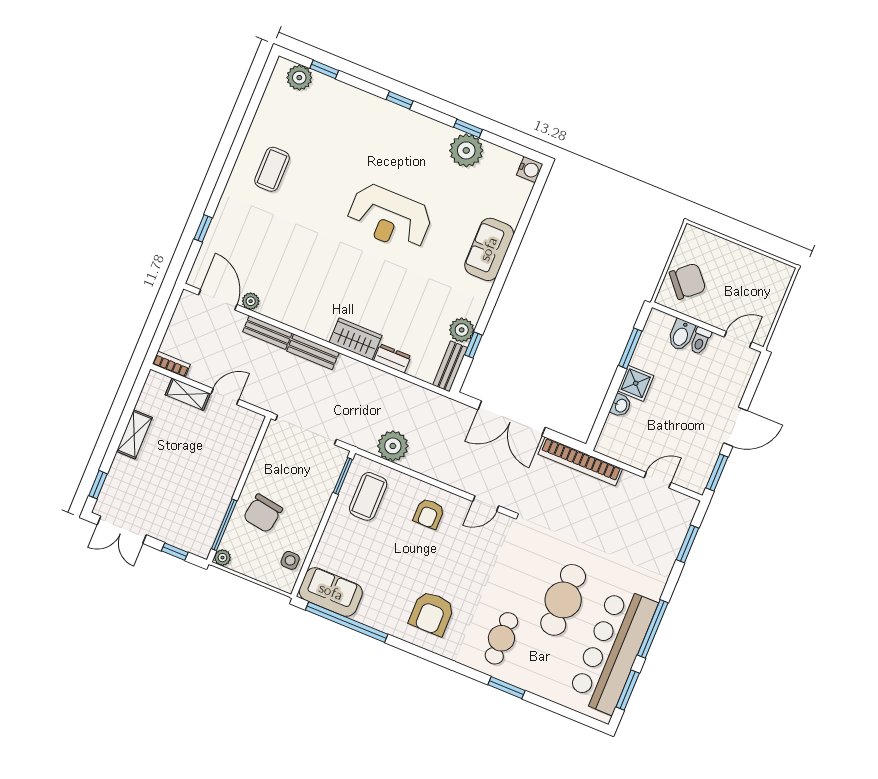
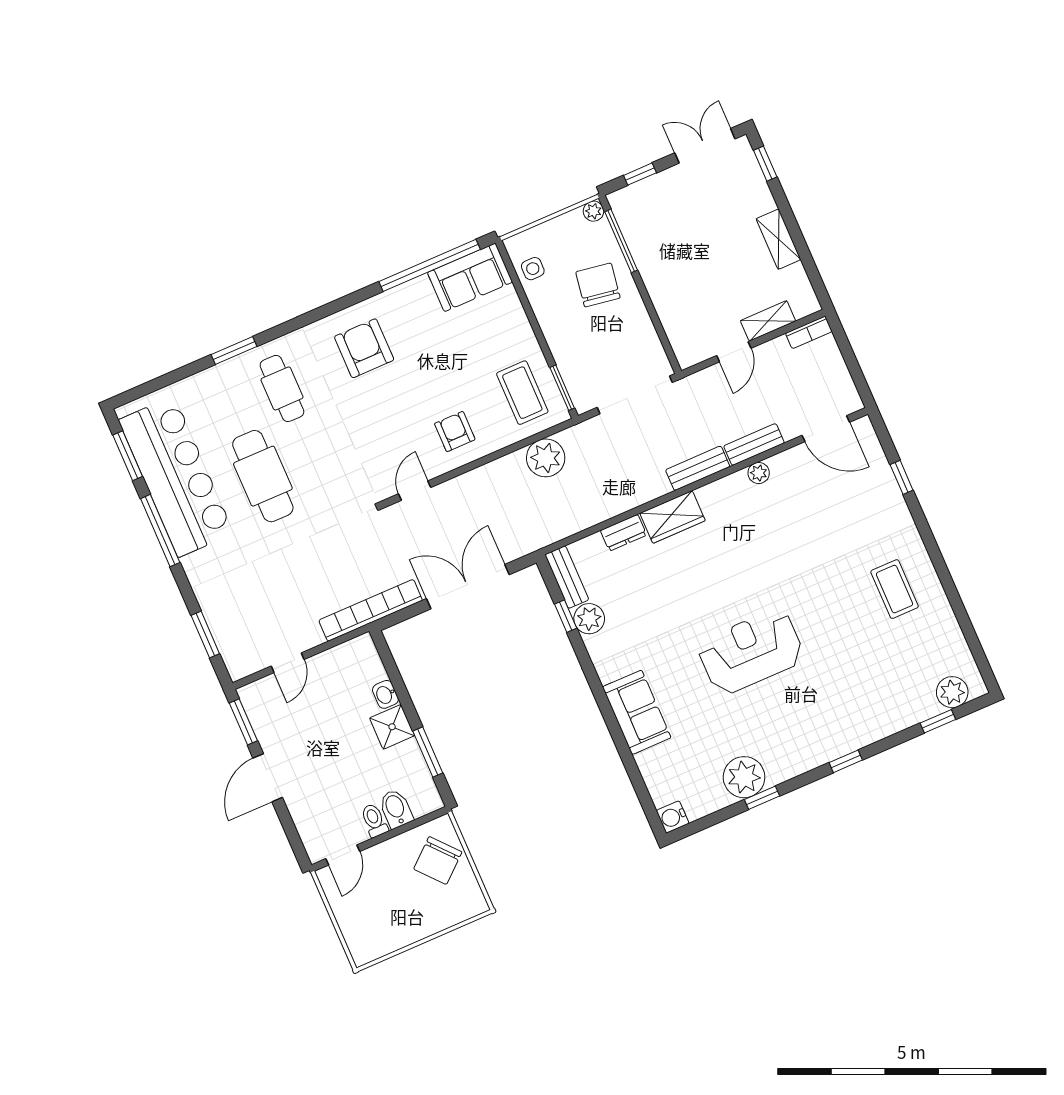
plant: (251, 301) -> (759, 473), moved

